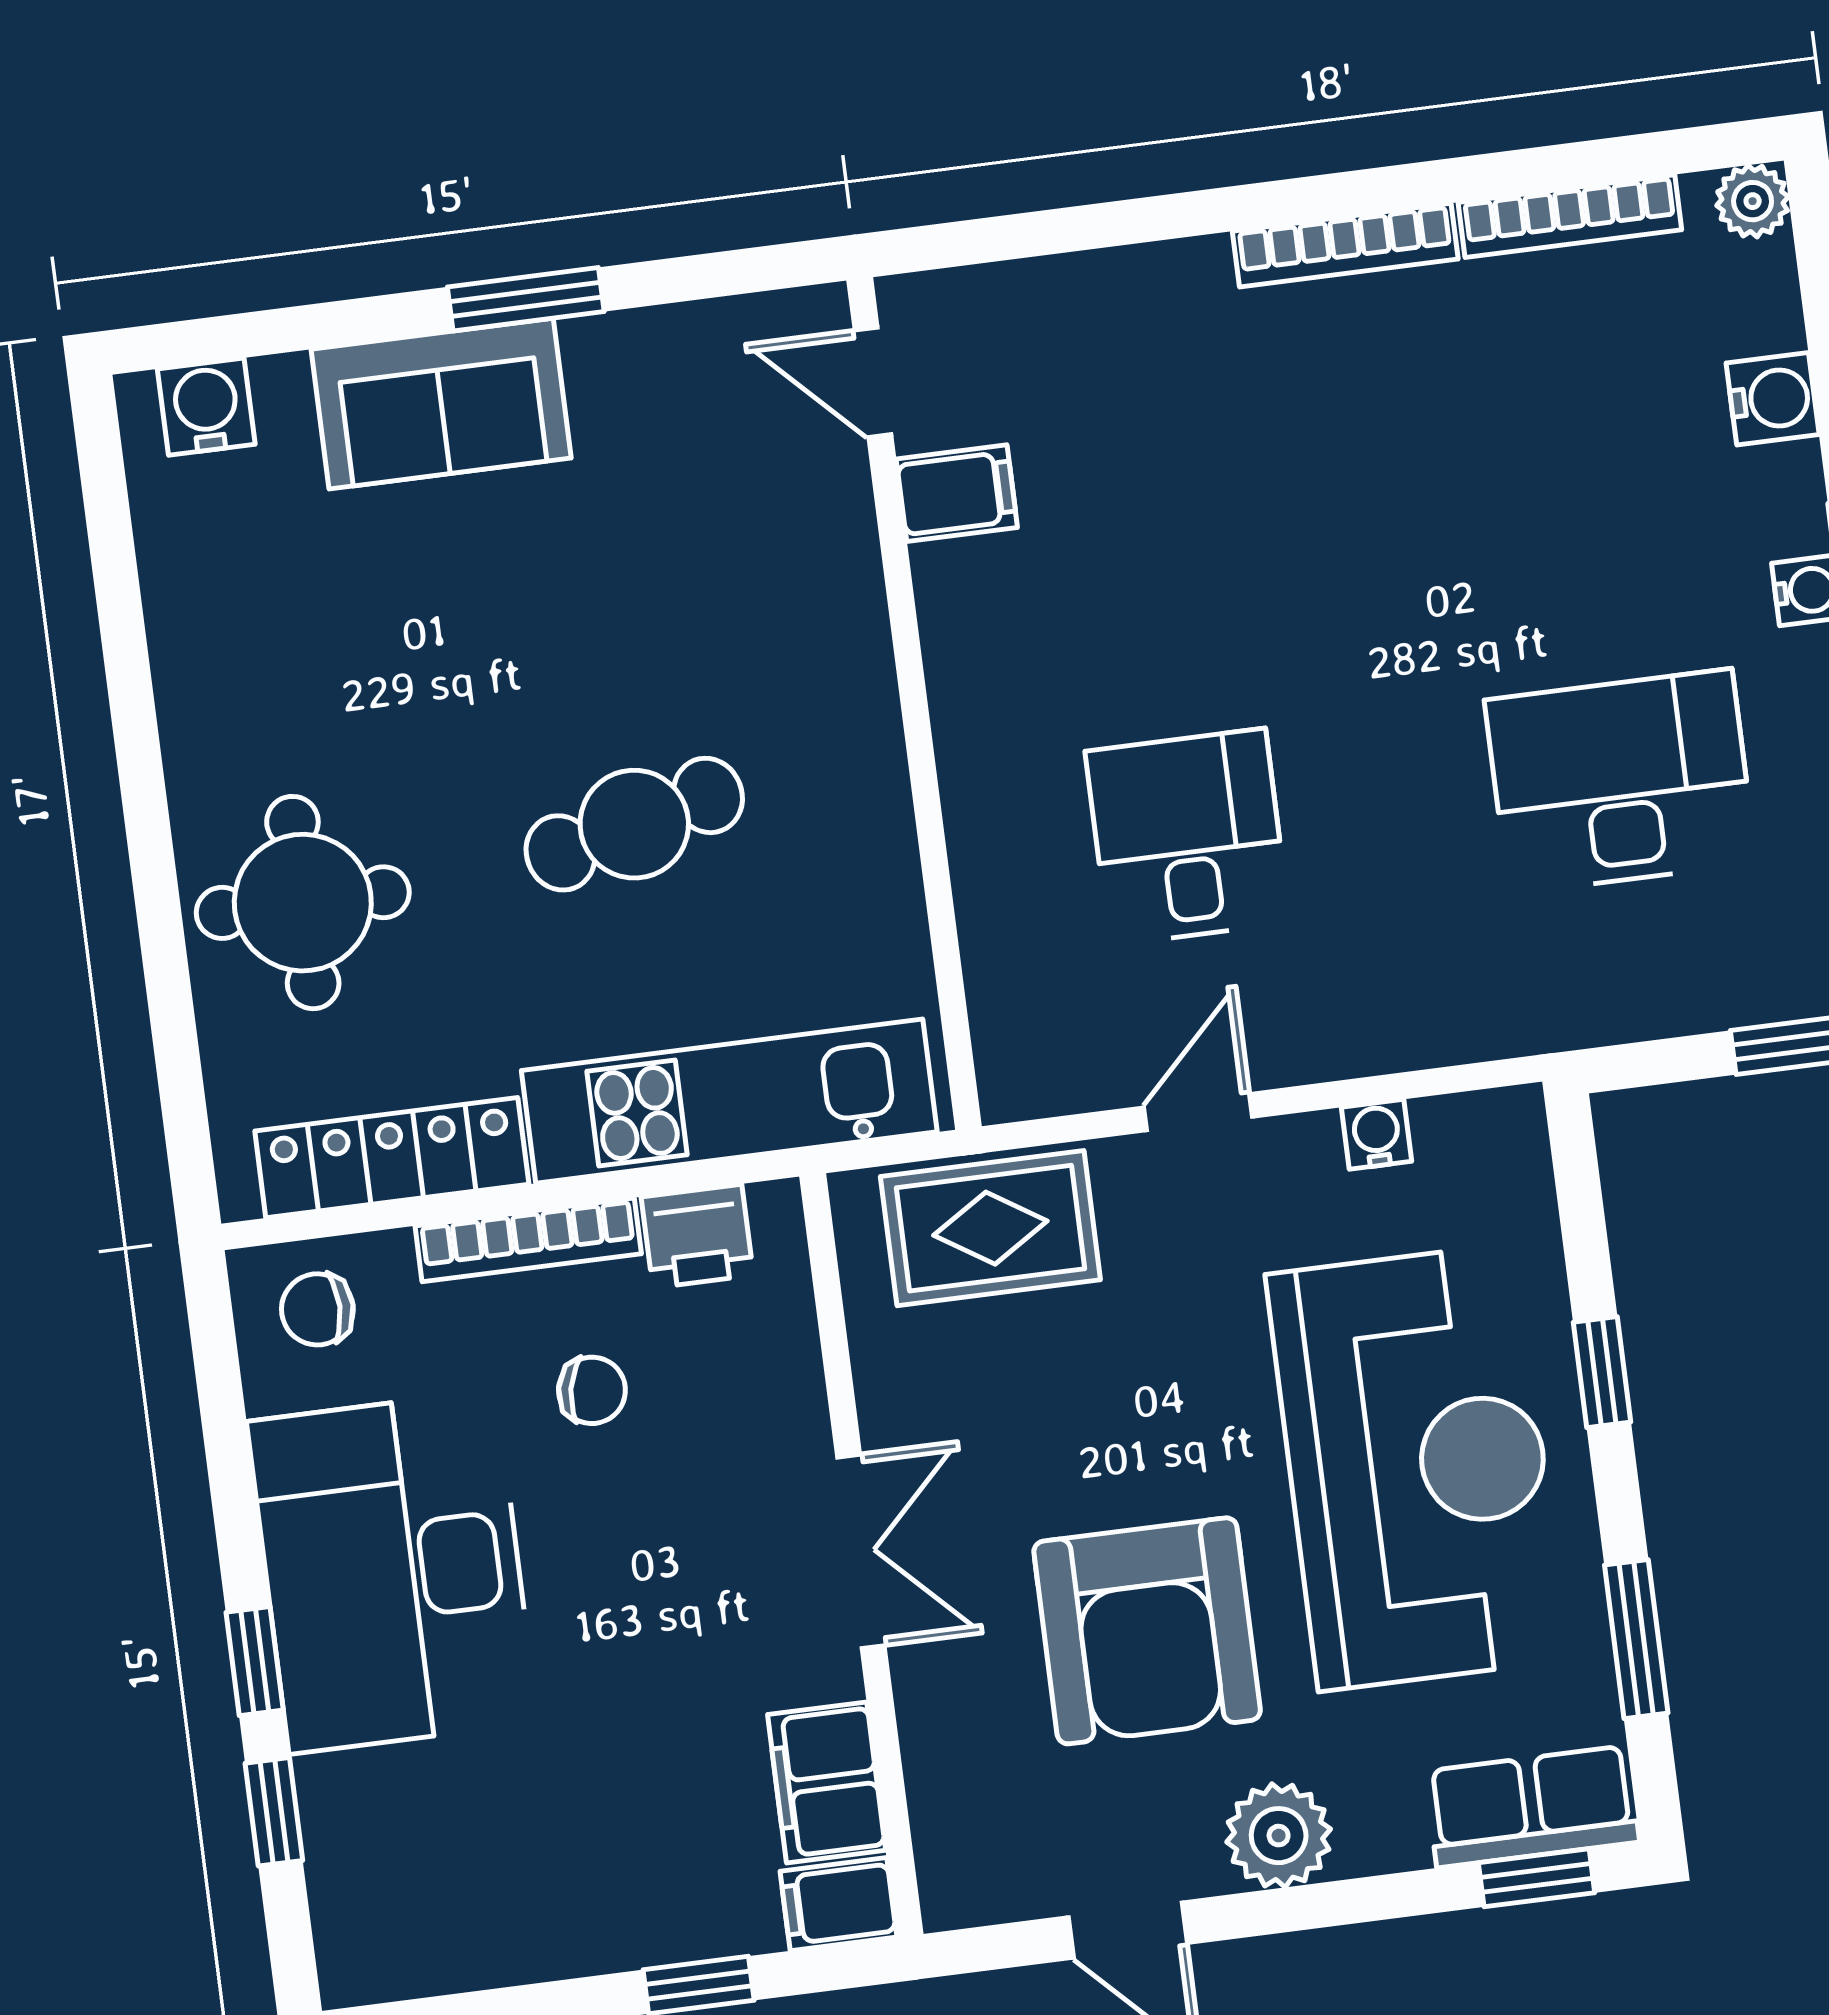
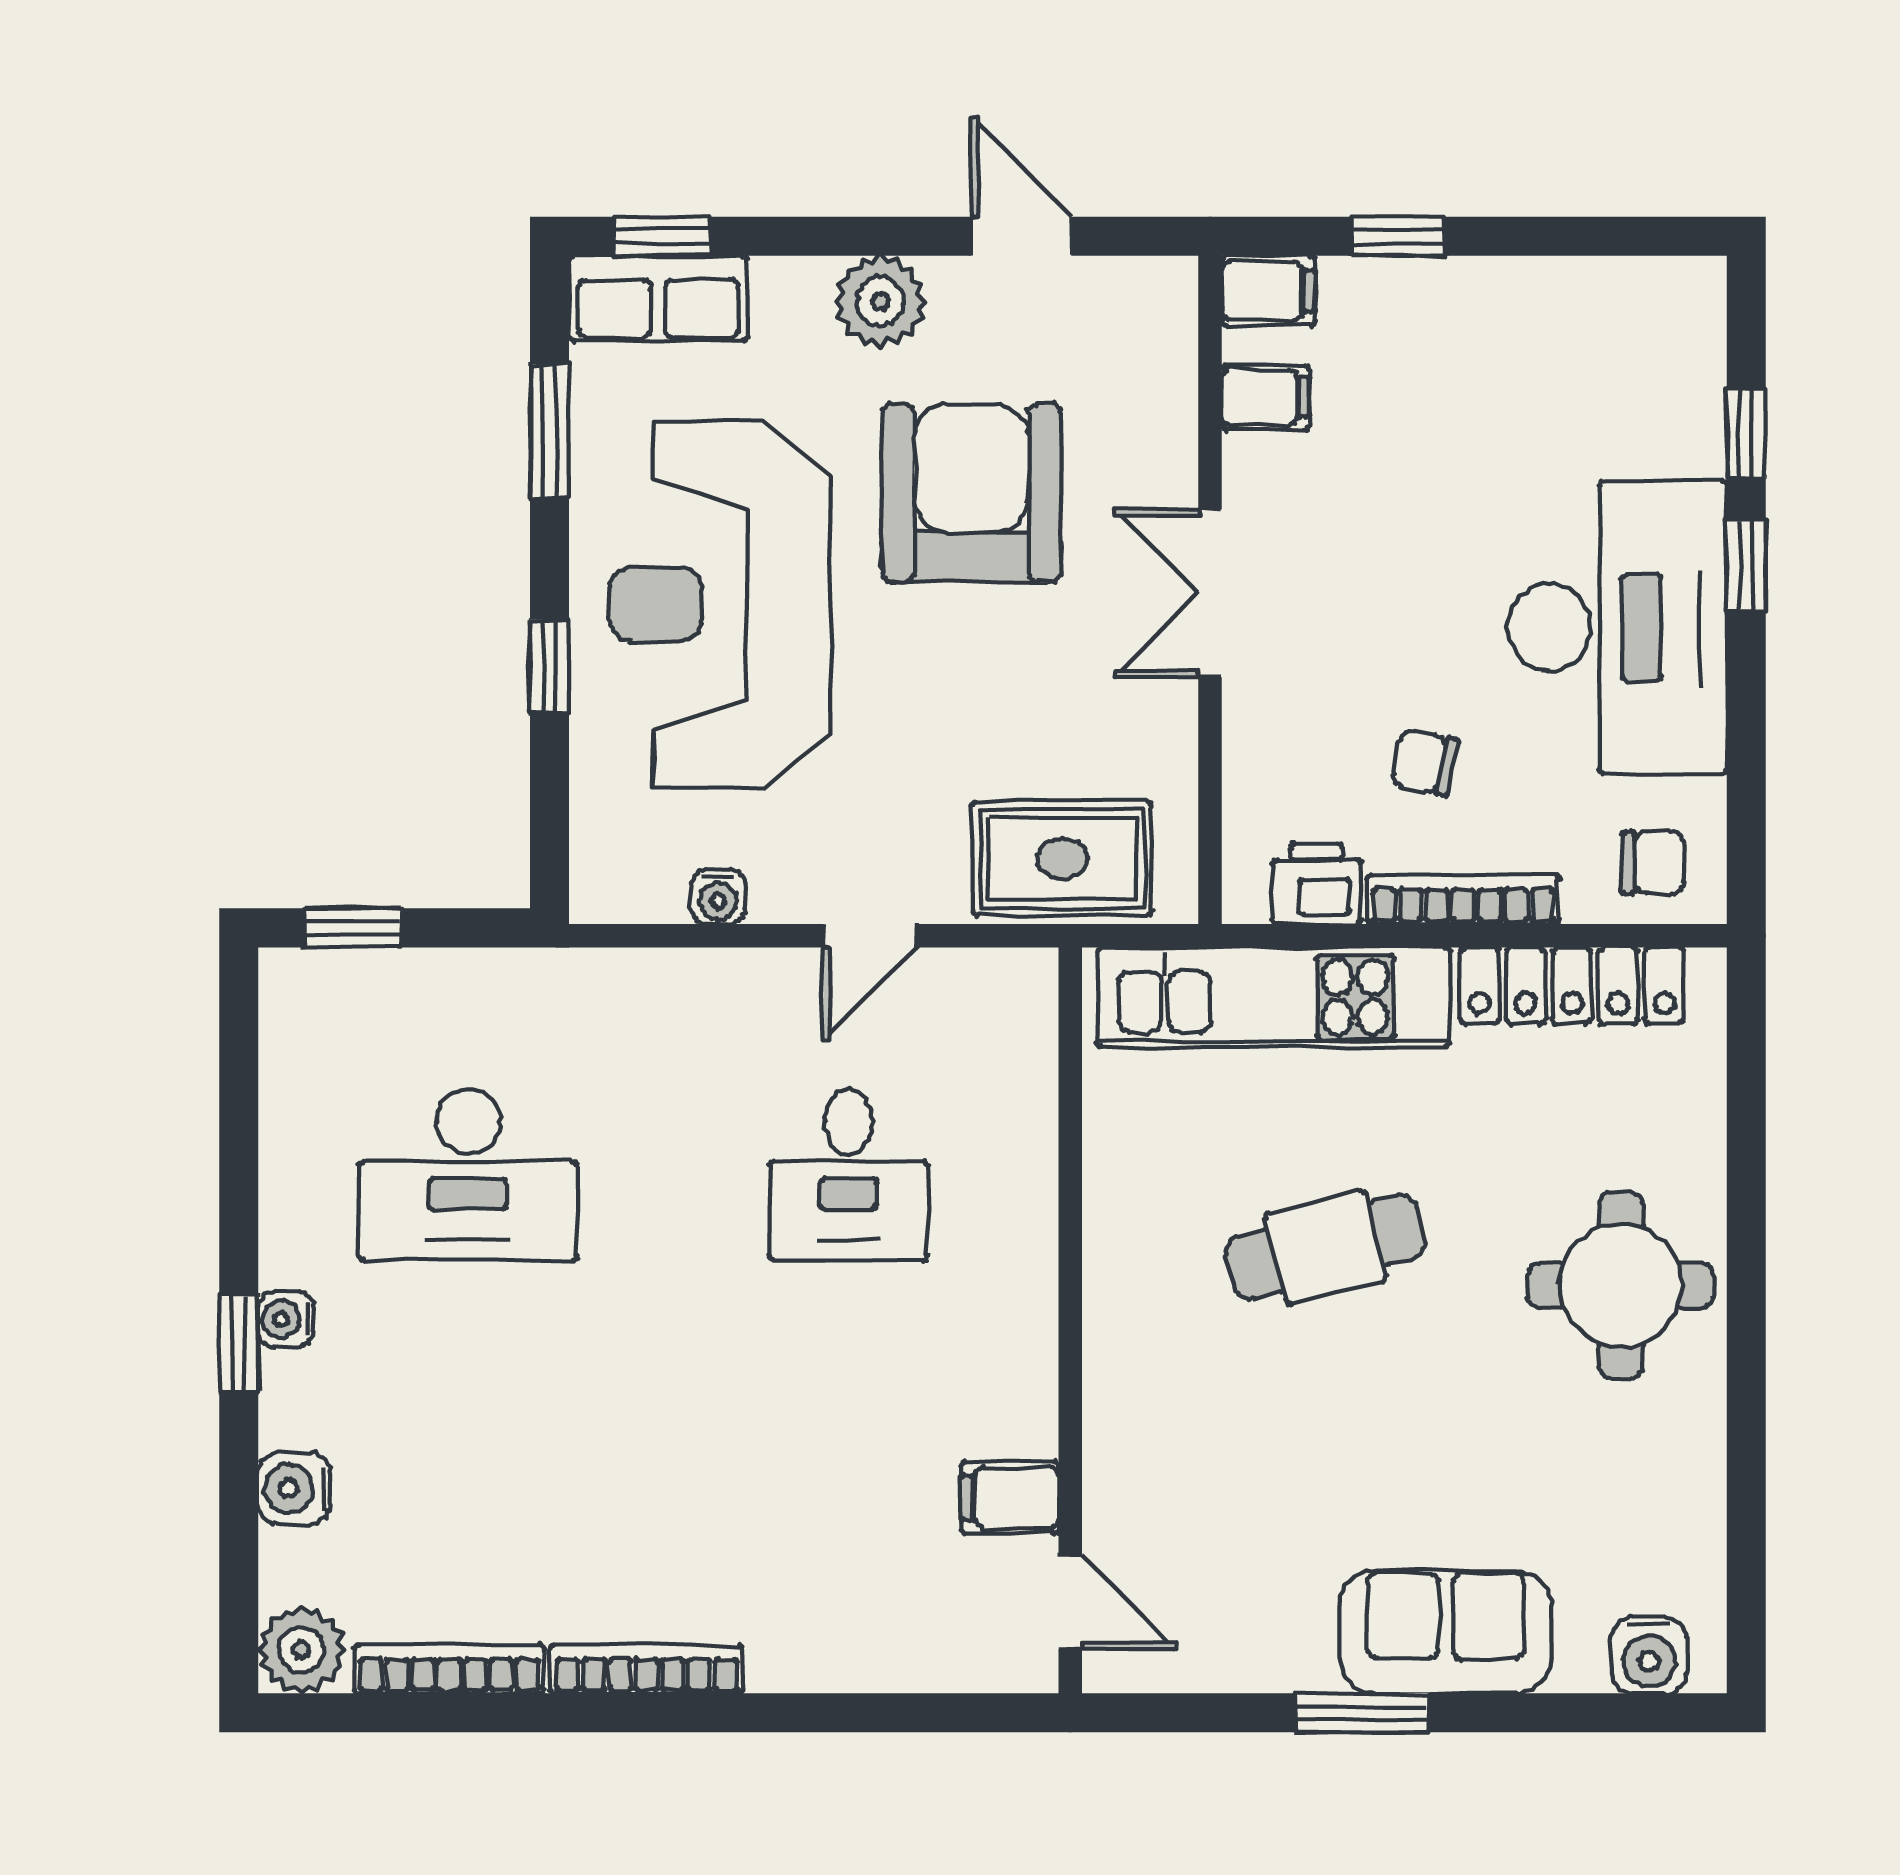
plant: (1753, 201) -> (302, 1650), width x1.38, depth x1.38
round table: (303, 903) -> (1621, 1285), moved
filing cabinet: (827, 1782) -> (1265, 397), width x0.50

